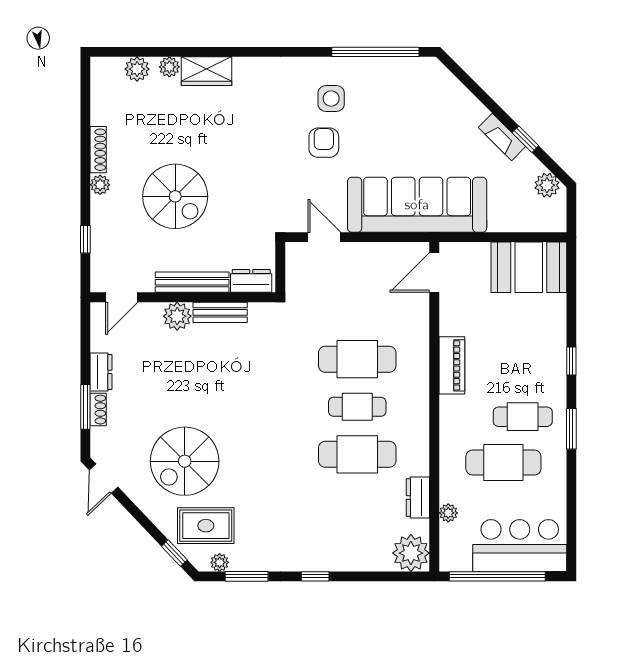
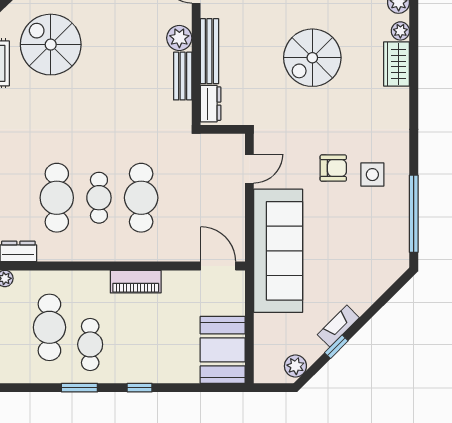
spiral stairs: (175, 196) -> (312, 58), moved

